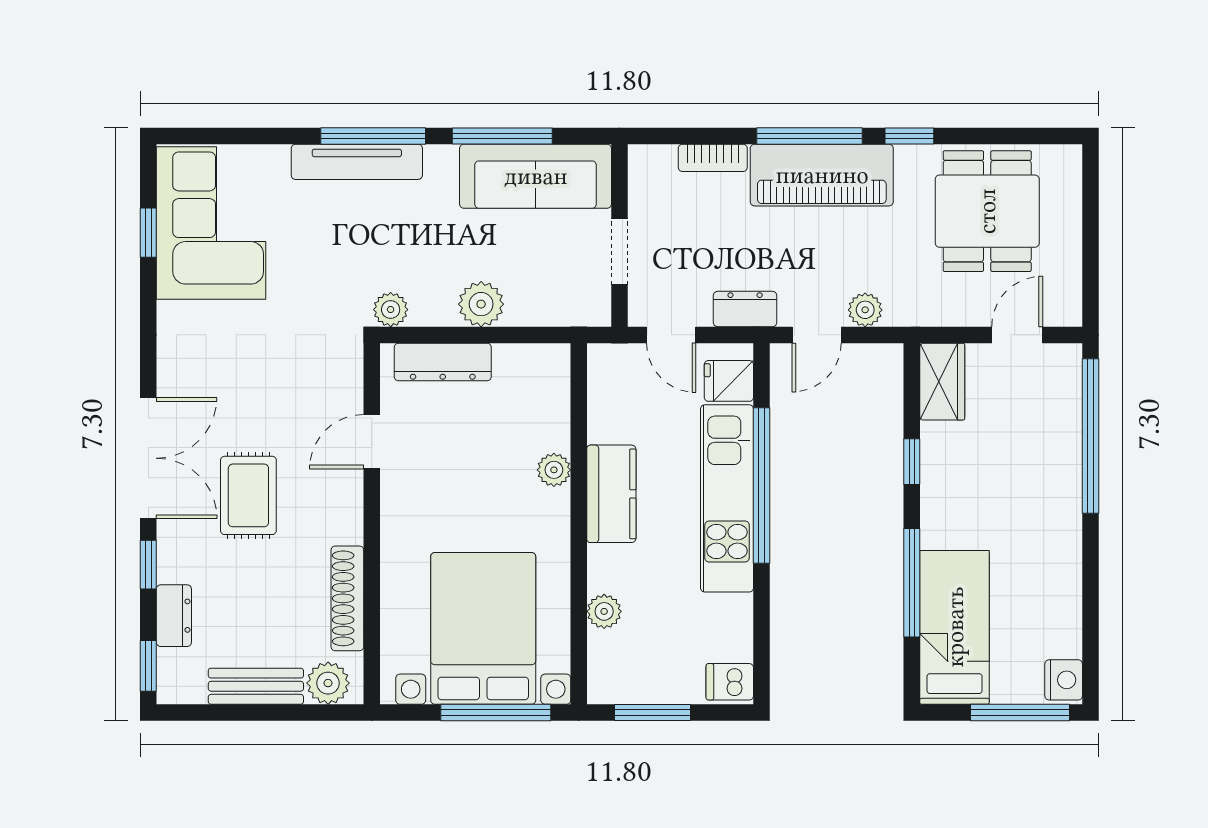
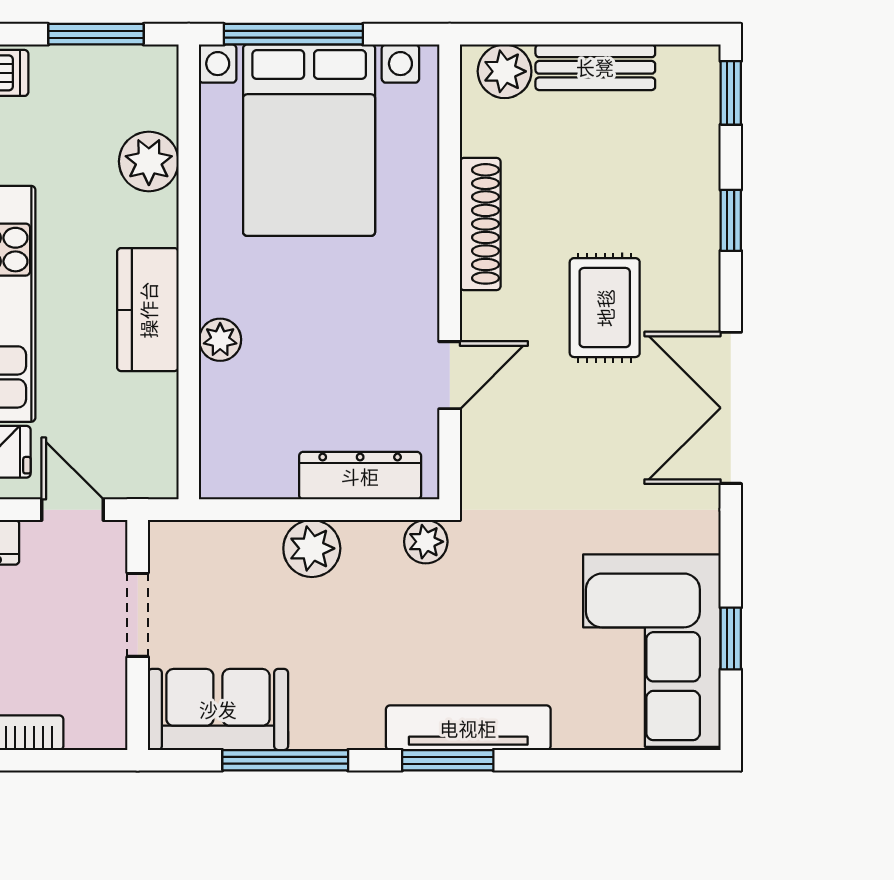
window: (373, 136) -> (448, 760), width x0.69
sofa: (536, 176) -> (218, 709), width x0.73
double door: (148, 458) -> (731, 408), moved
shoe rack: (347, 598) -> (480, 224), moved
plant: (604, 611) -> (149, 161), width x1.38, depth x1.38
dresser: (174, 616) -> (699, 156), removed

